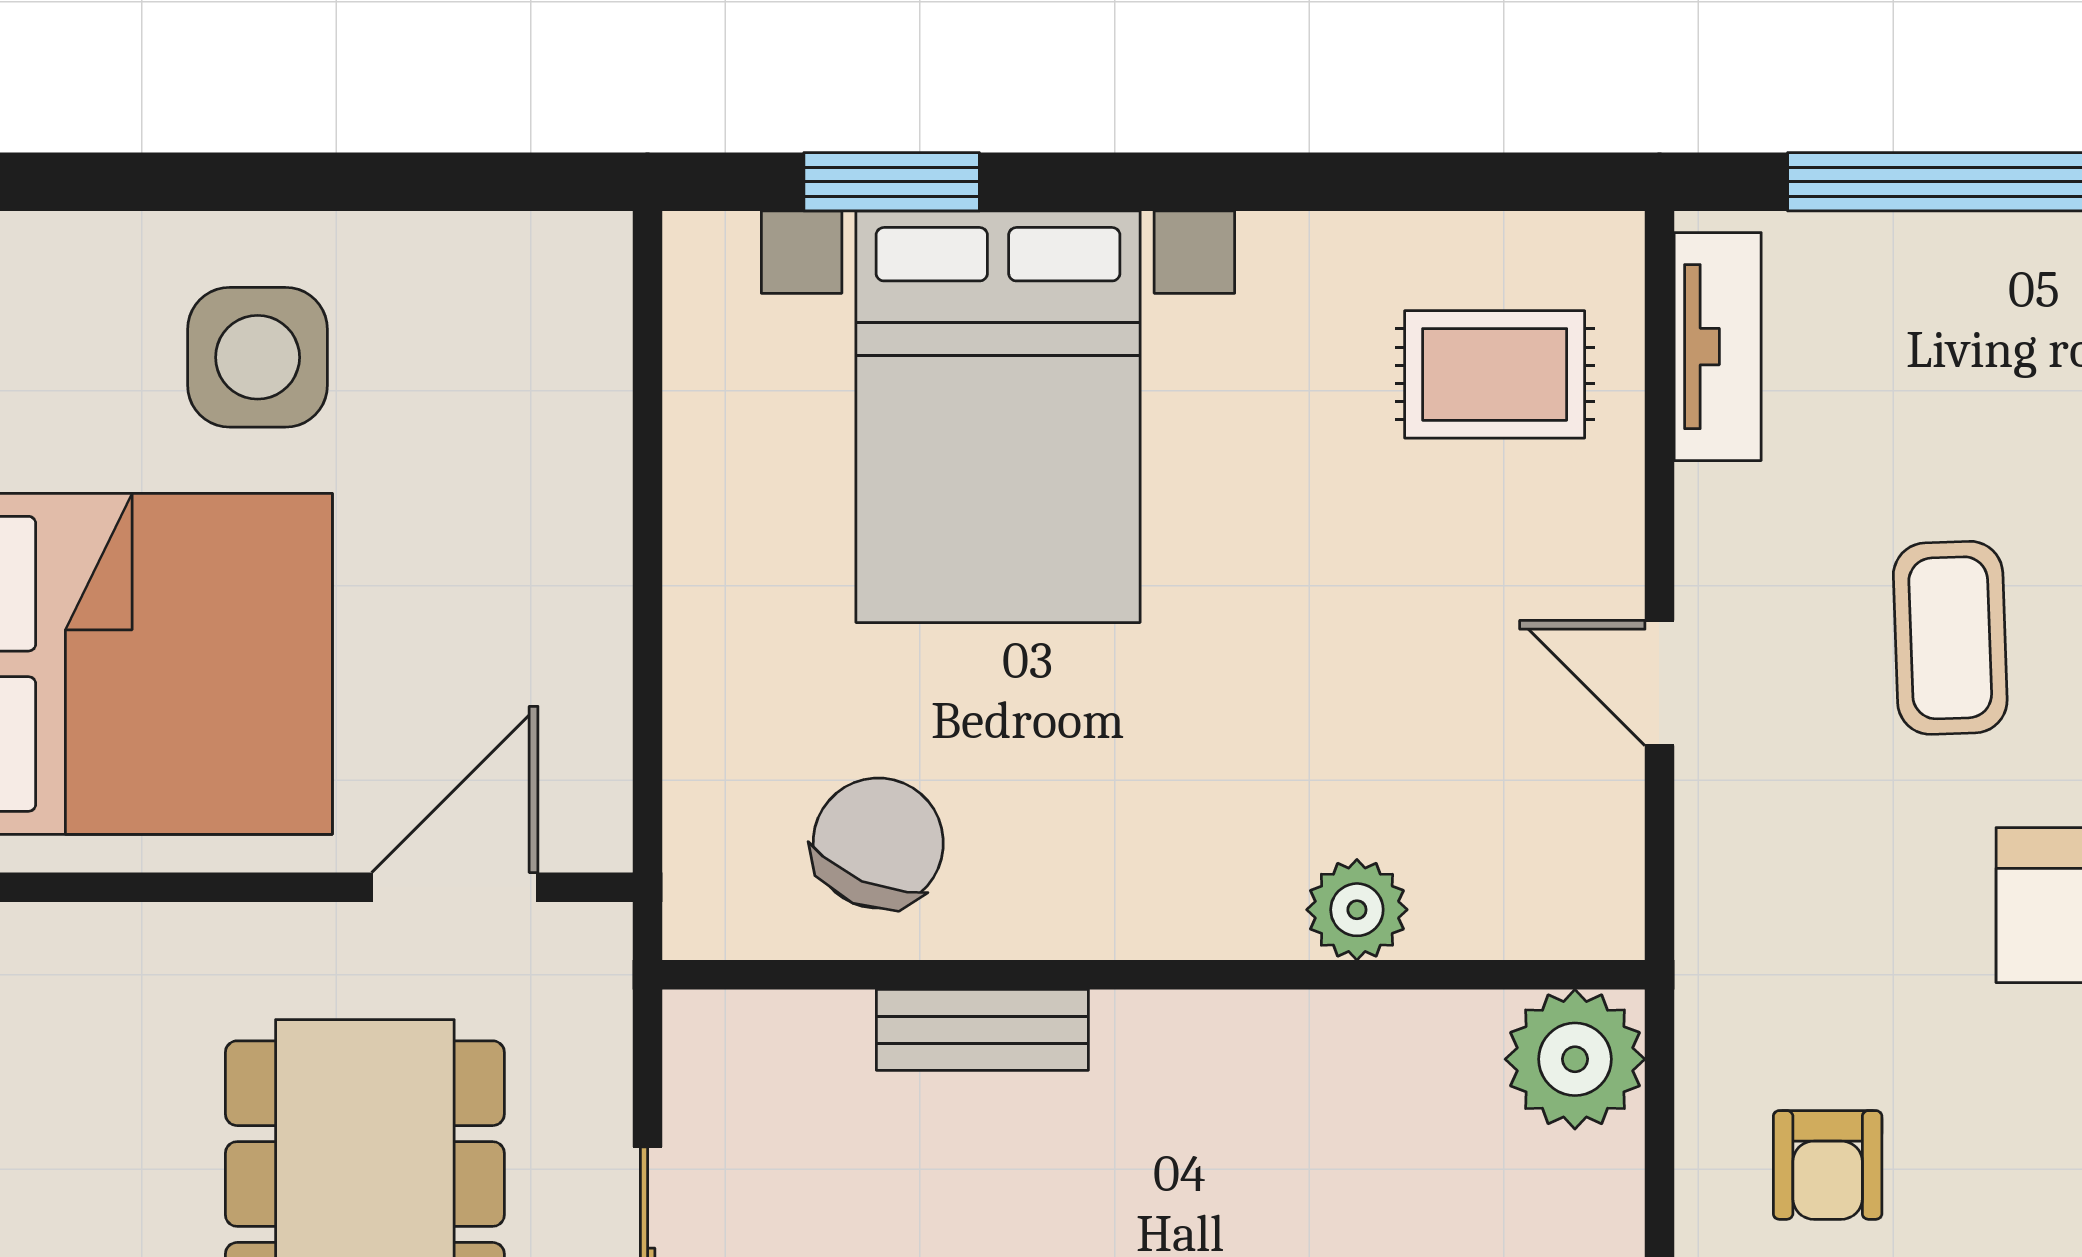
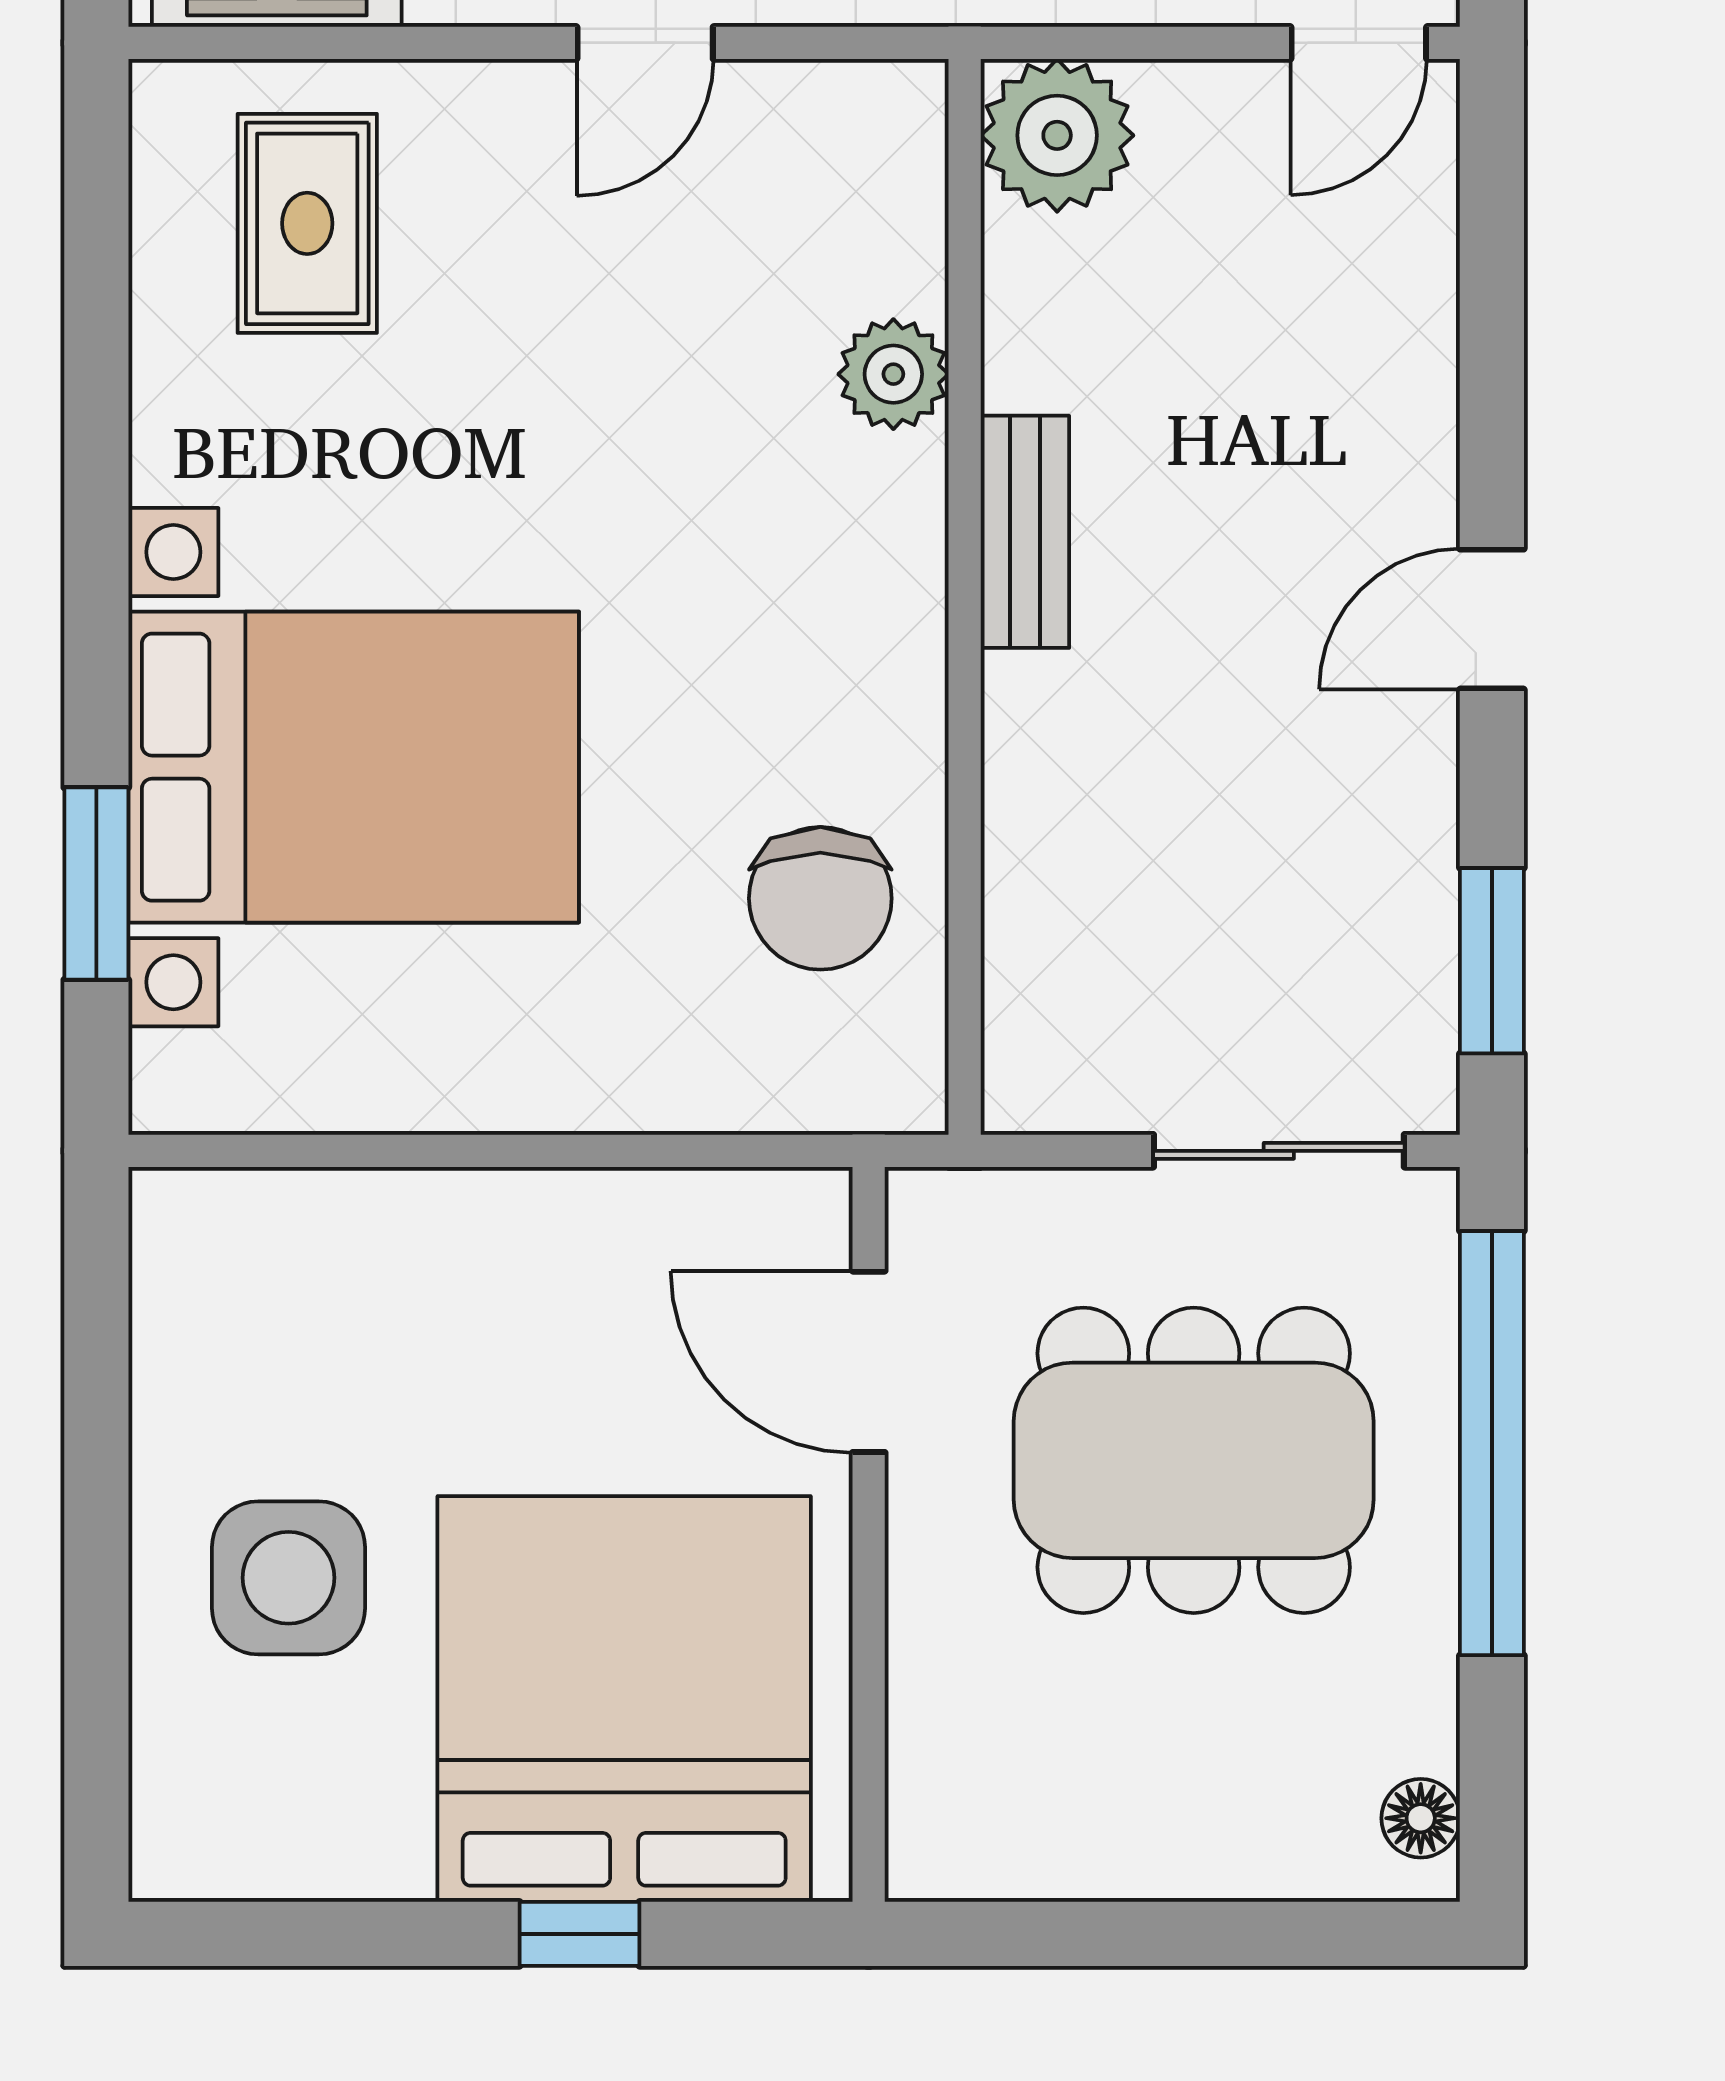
chair: (878, 843) -> (820, 898), turned -113
bench: (982, 1030) -> (1025, 532), moved

